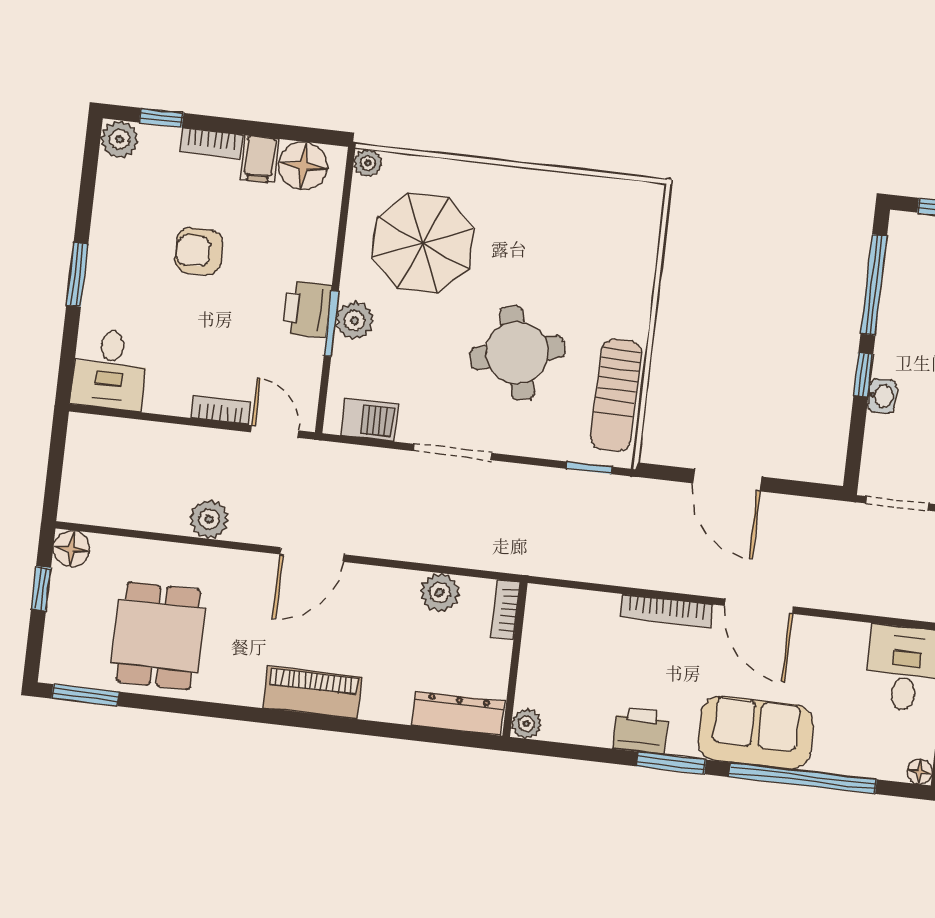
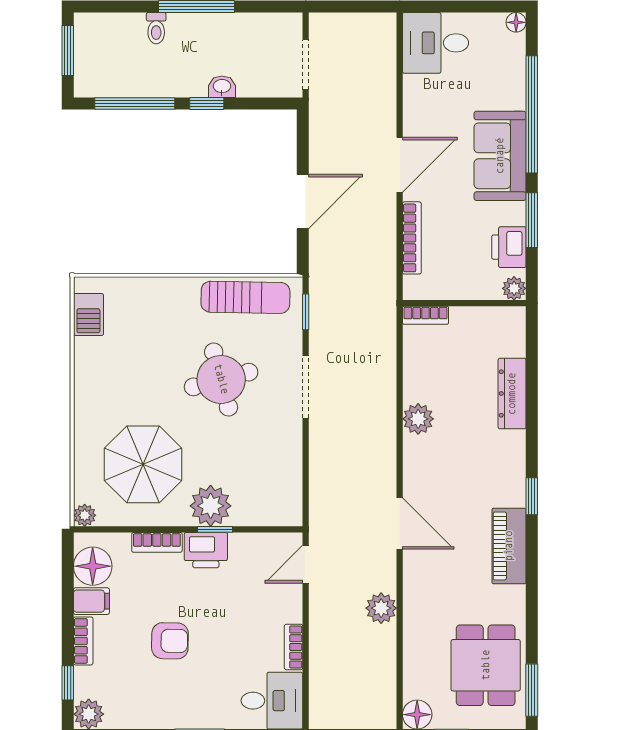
bookcase: (324, 249) -> (157, 542), added
armchair: (199, 251) -> (170, 641), turned -89
plant: (354, 321) -> (211, 506), width x1.36, depth x1.36
window: (331, 323) -> (215, 529), width x0.67
bookcase: (221, 410) -> (294, 647), moved
barbecue: (369, 420) -> (88, 314), moved, turned 180
doorway: (452, 452) -> (306, 387), moved
bookcase: (505, 610) -> (426, 315), moved
dining table: (158, 636) -> (486, 665), moved, turned 90
wall: (515, 660) -> (464, 303), moved
piano: (313, 693) -> (509, 546), moved
window: (327, 723) -> (532, 496), added
plant: (526, 724) -> (514, 288), moved

